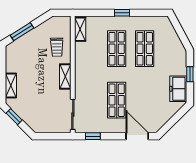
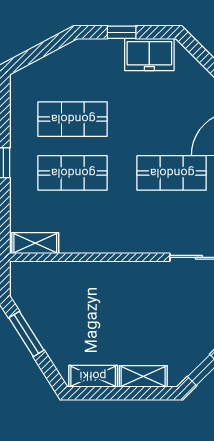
window: (22, 32) -> (26, 334), moved
trolley: (57, 47) -> (69, 288), removed
shelving: (65, 77) -> (93, 376), moved

